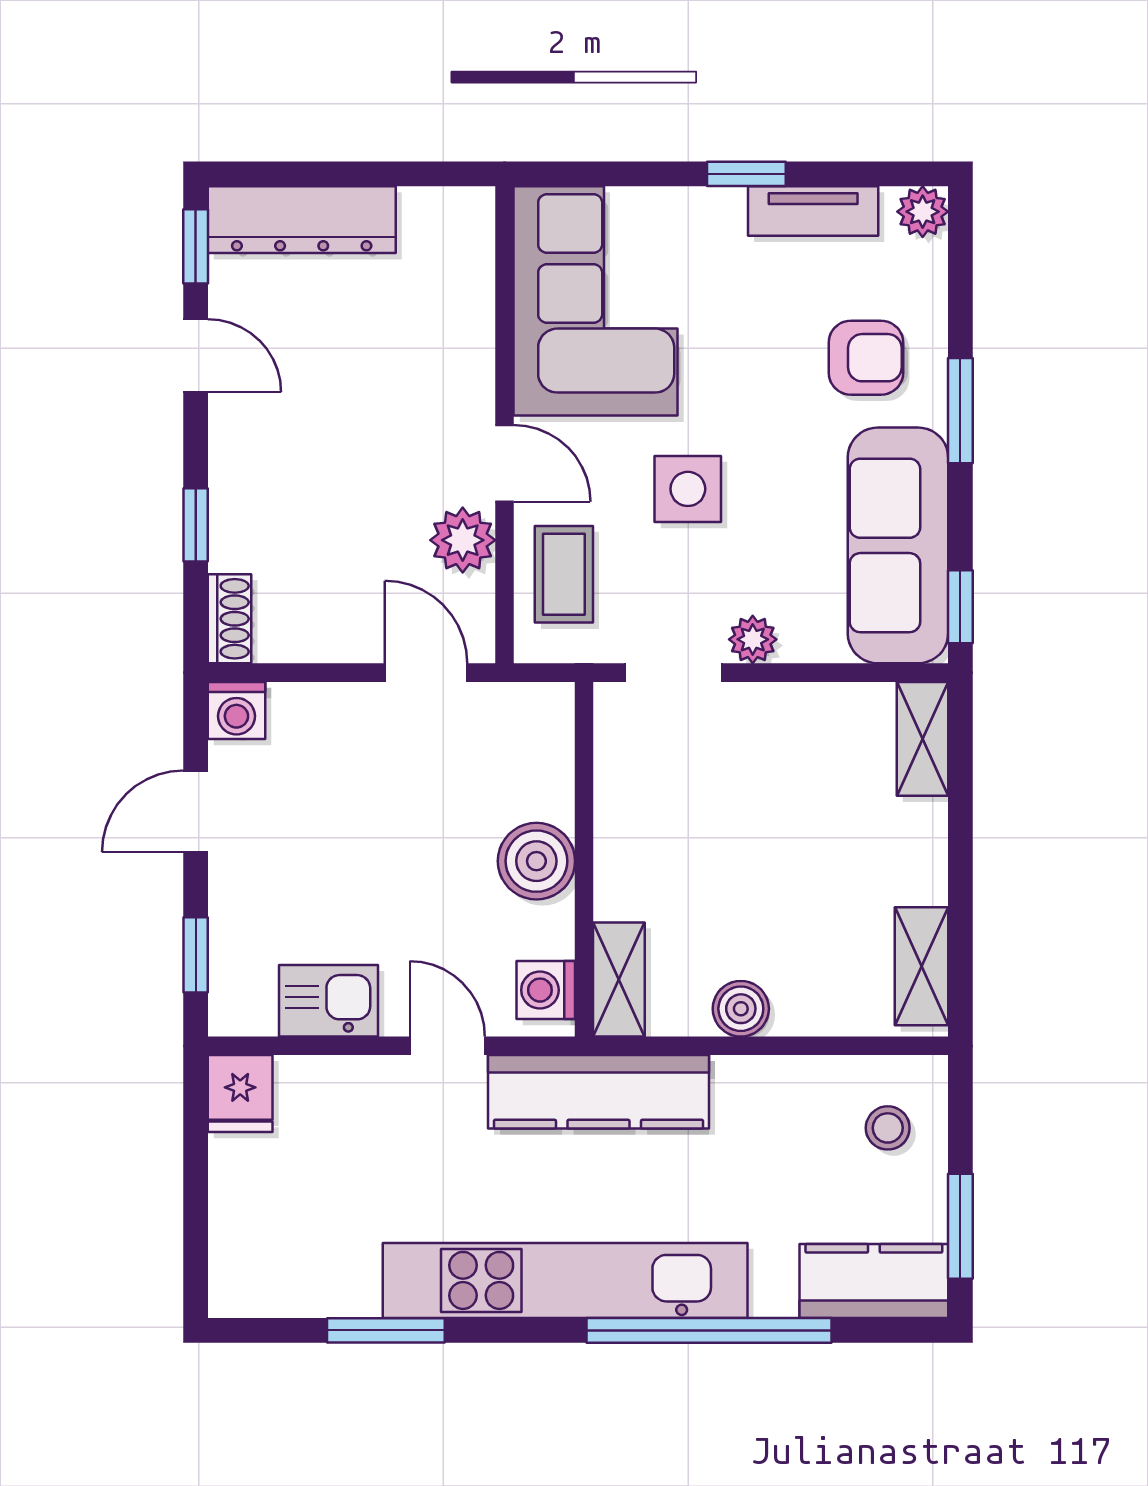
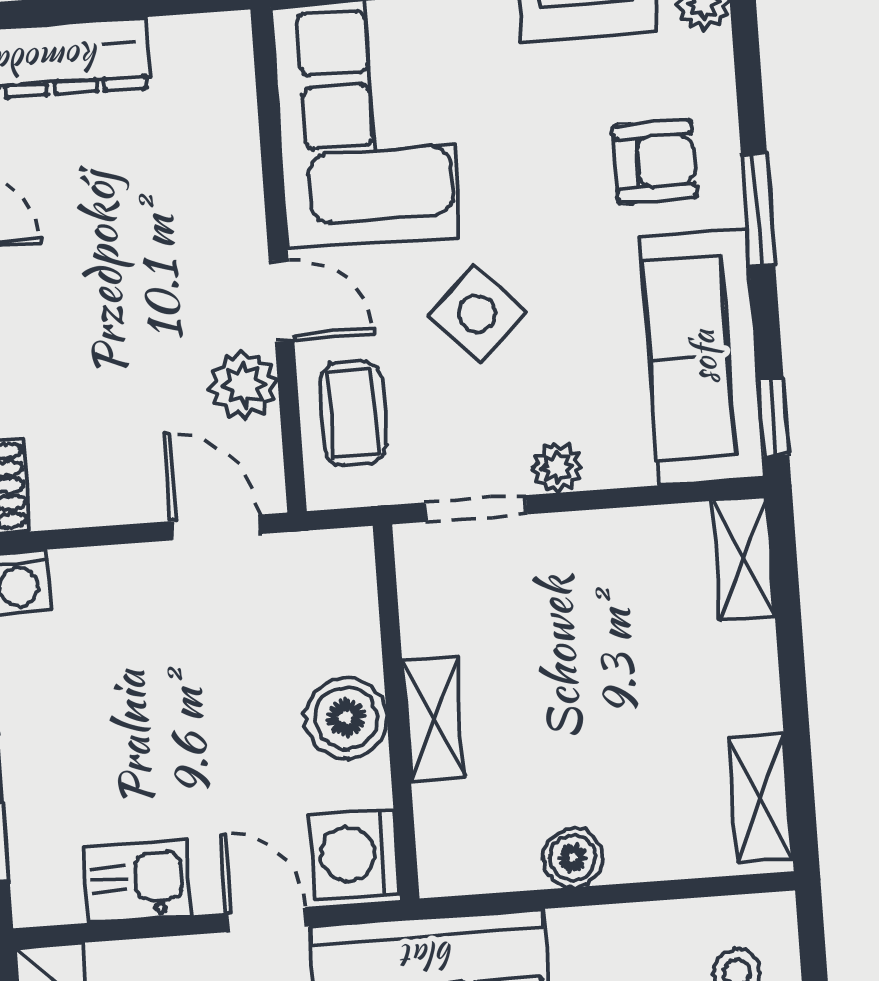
side table: (688, 489) -> (477, 314), turned 45
shelving: (619, 979) -> (434, 719), moved
washing machine: (546, 990) -> (354, 854), width x1.38, depth x1.38

